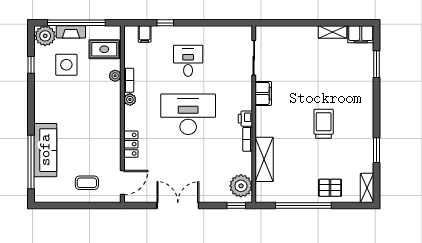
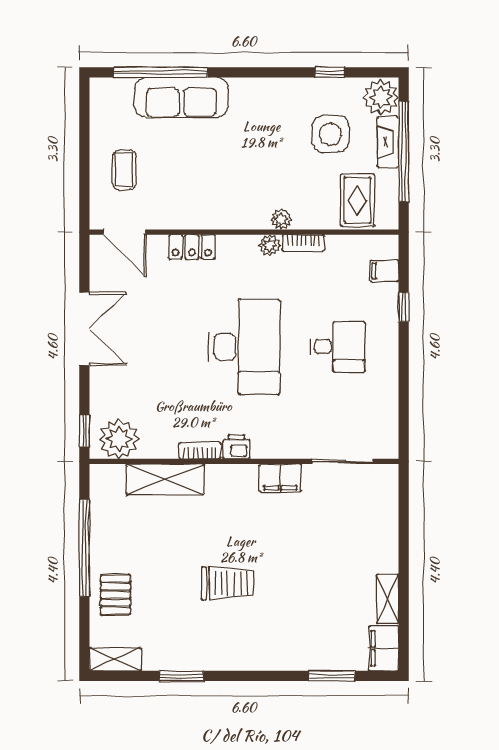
plant: (115, 76) -> (281, 219), moved

